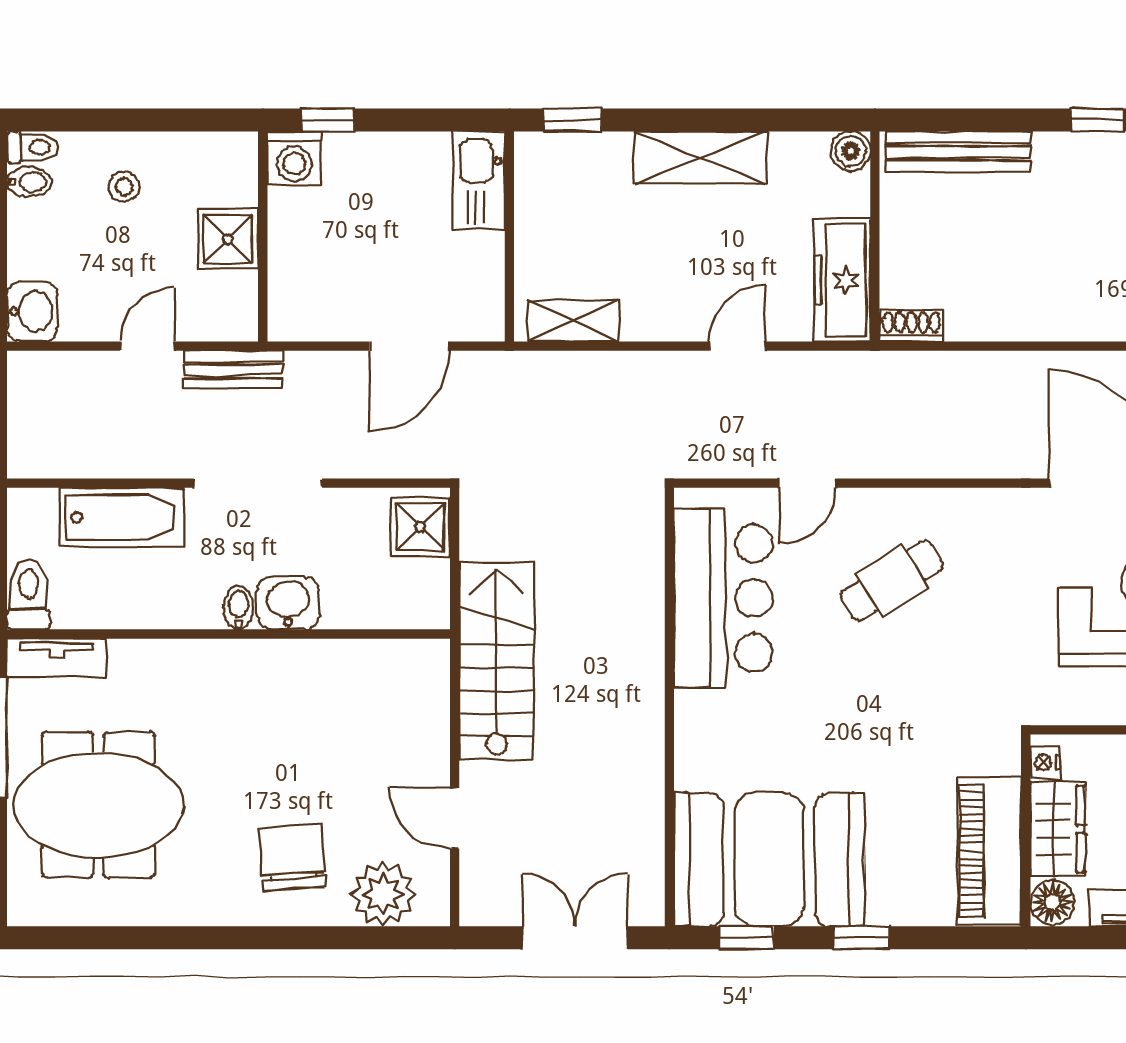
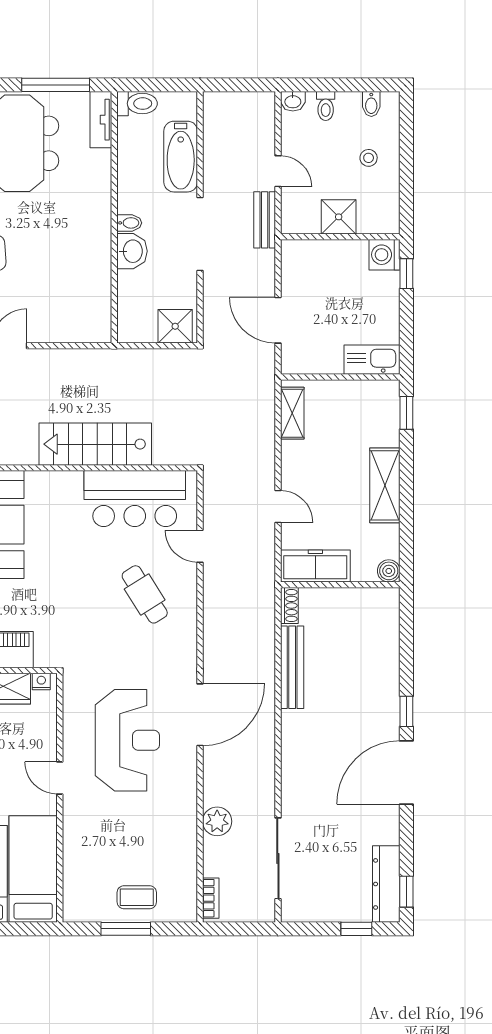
toilet: (33, 147) -> (326, 106), moved
bench: (958, 152) -> (292, 667), moved
washbasin: (32, 312) -> (293, 101), width x0.72, depth x0.69
stairs: (496, 661) -> (95, 444), moved, turned 180

